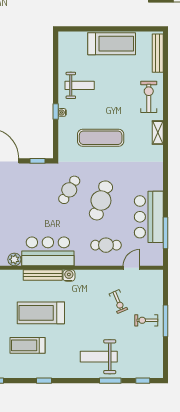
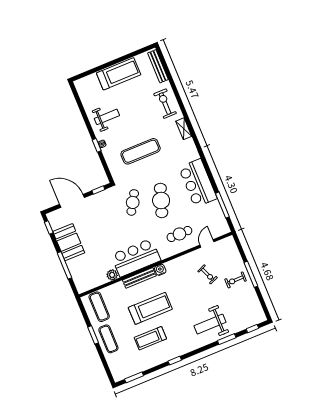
bar counter: (149, 217) -> (198, 183), moved
treadmill: (41, 313) -> (150, 308), turned 180

